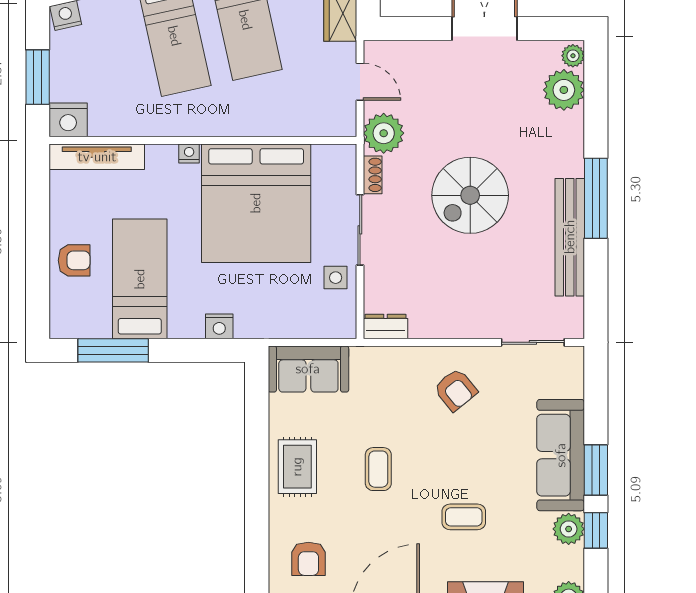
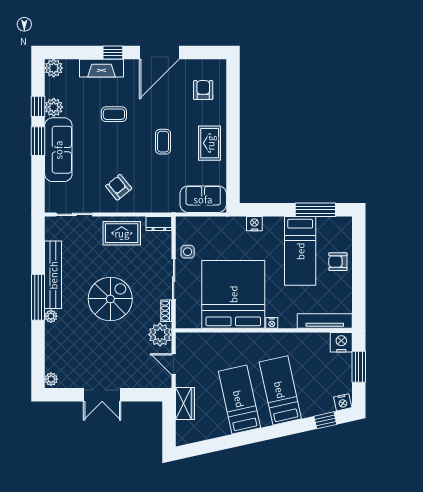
plant: (564, 90) -> (51, 316), moved, width x0.53, depth x0.53
rug: (450, 310) -> (122, 233), added

